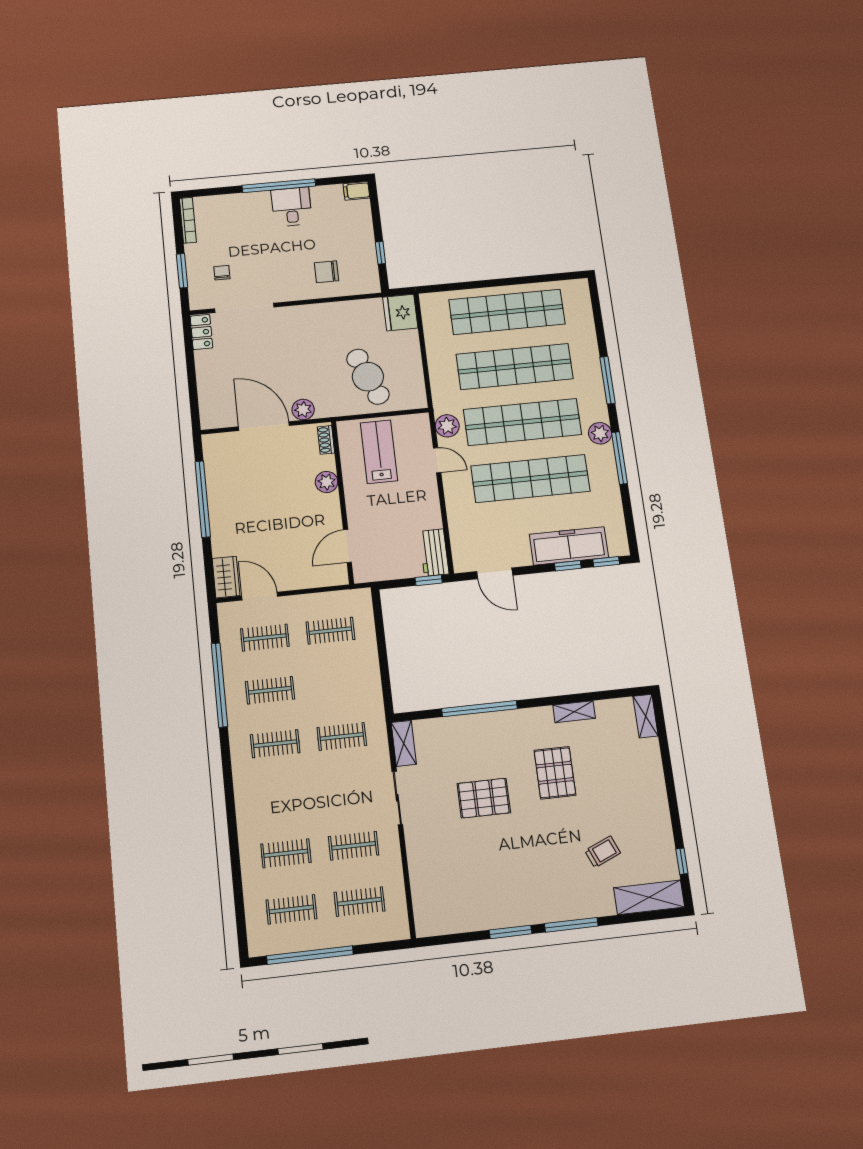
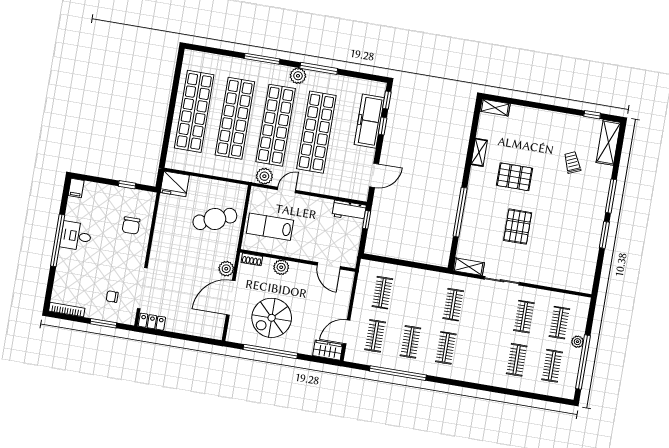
spiral stairs: (251, 488) -> (272, 318), added
plant: (339, 938) -> (577, 342), added

